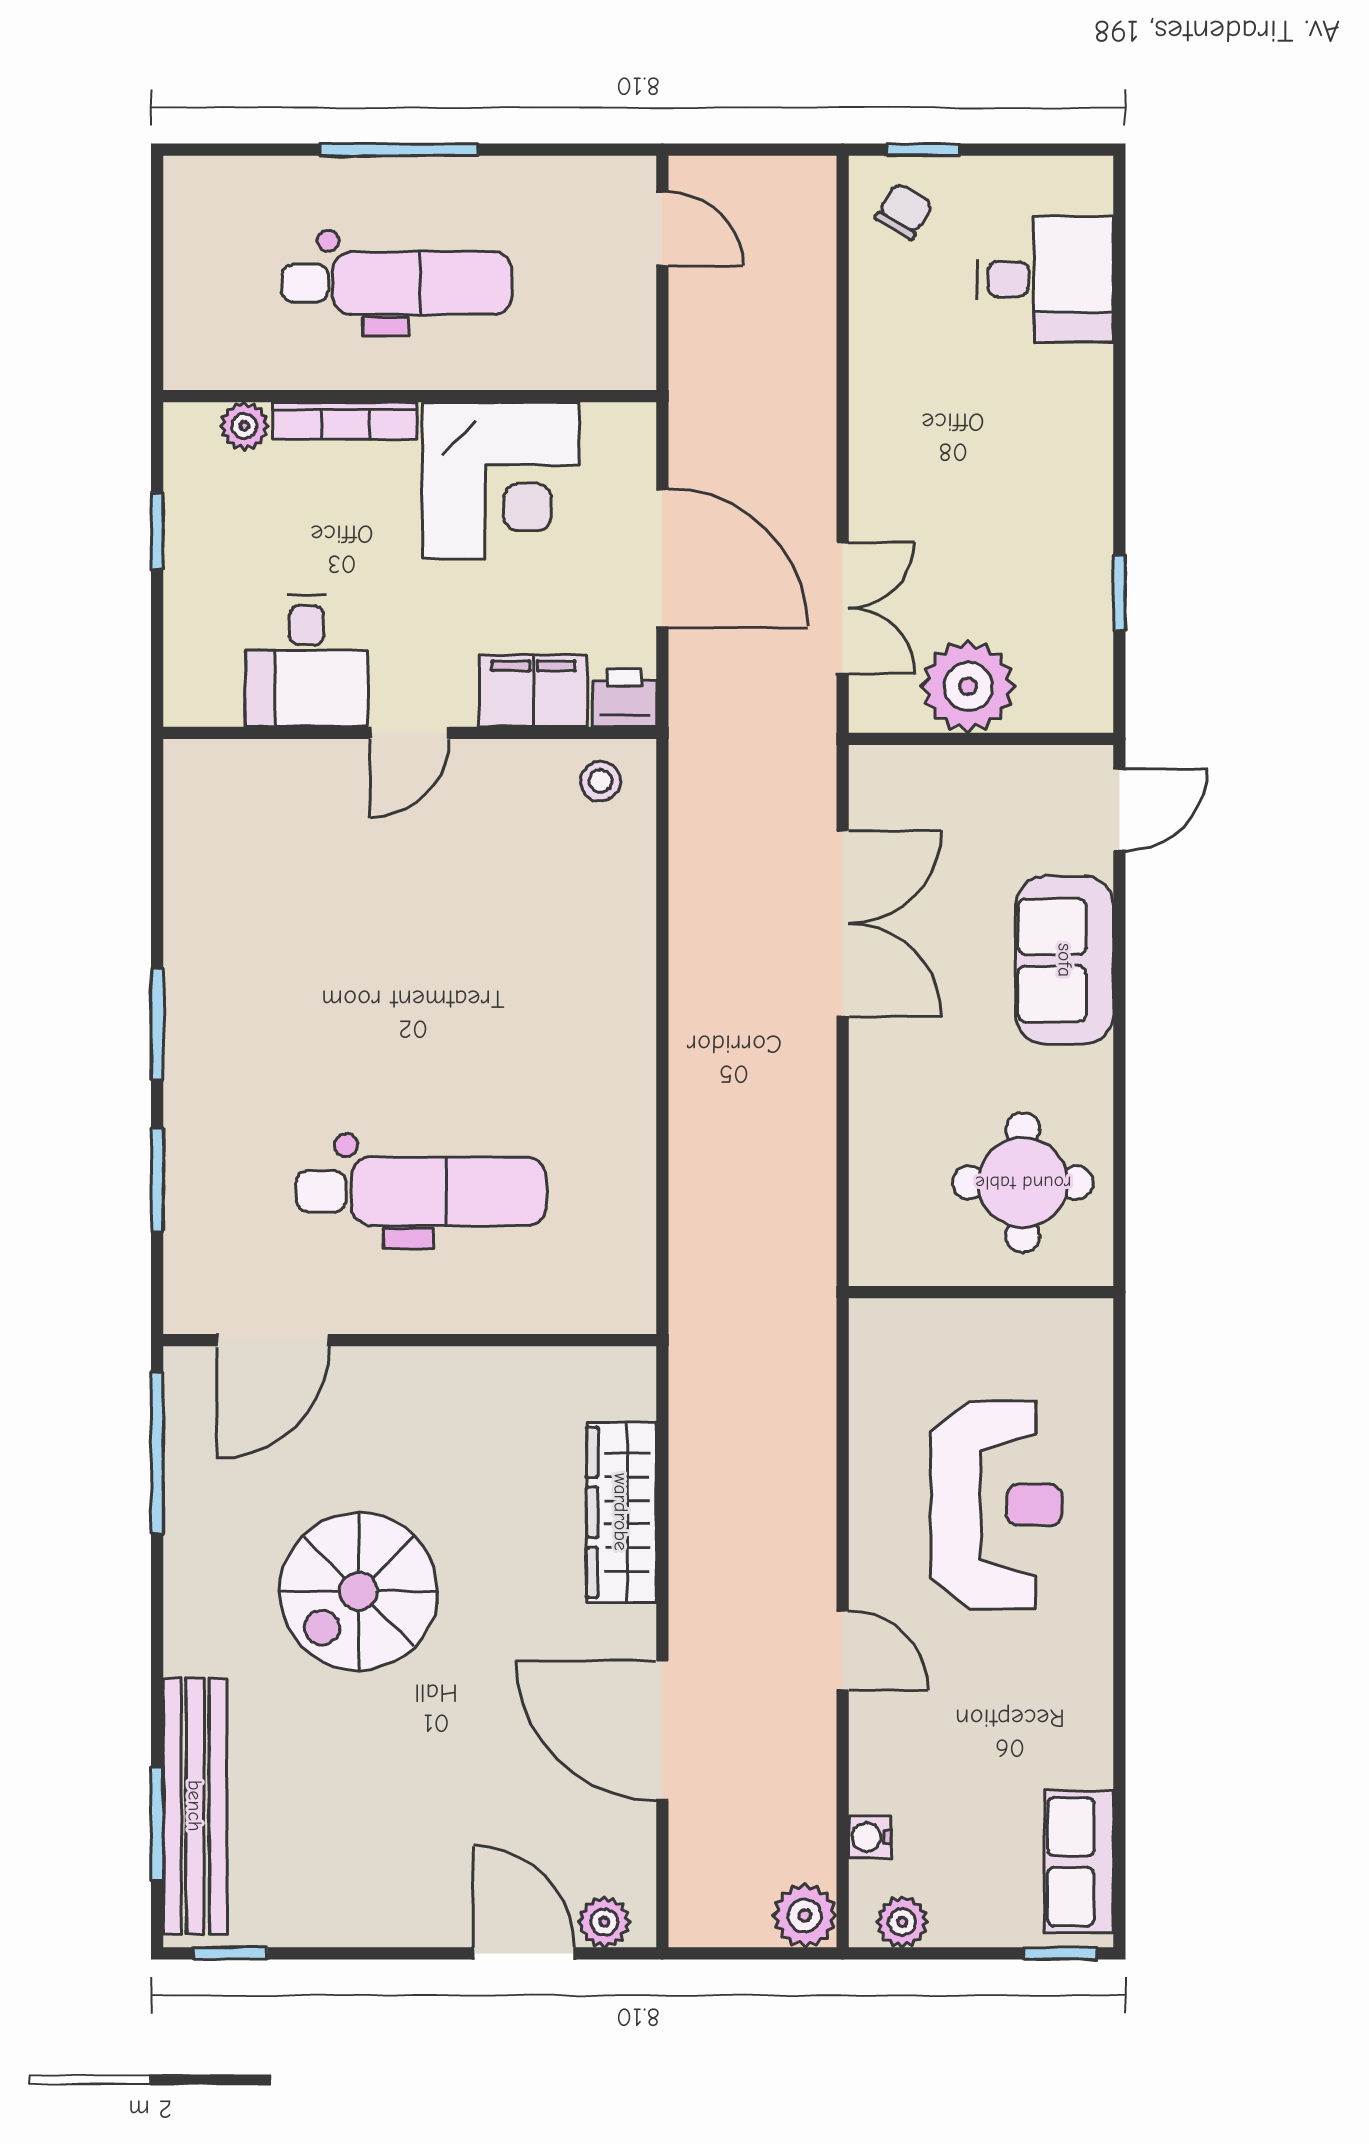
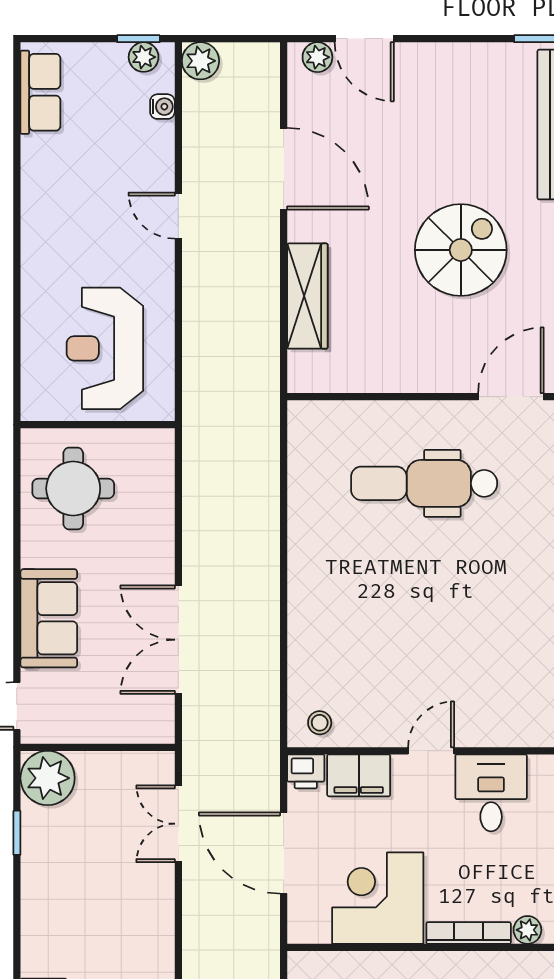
plant: (968, 686) -> (48, 778), moved
reception desk: (996, 1505) -> (105, 348), moved
window: (1060, 1953) -> (138, 39), moved

